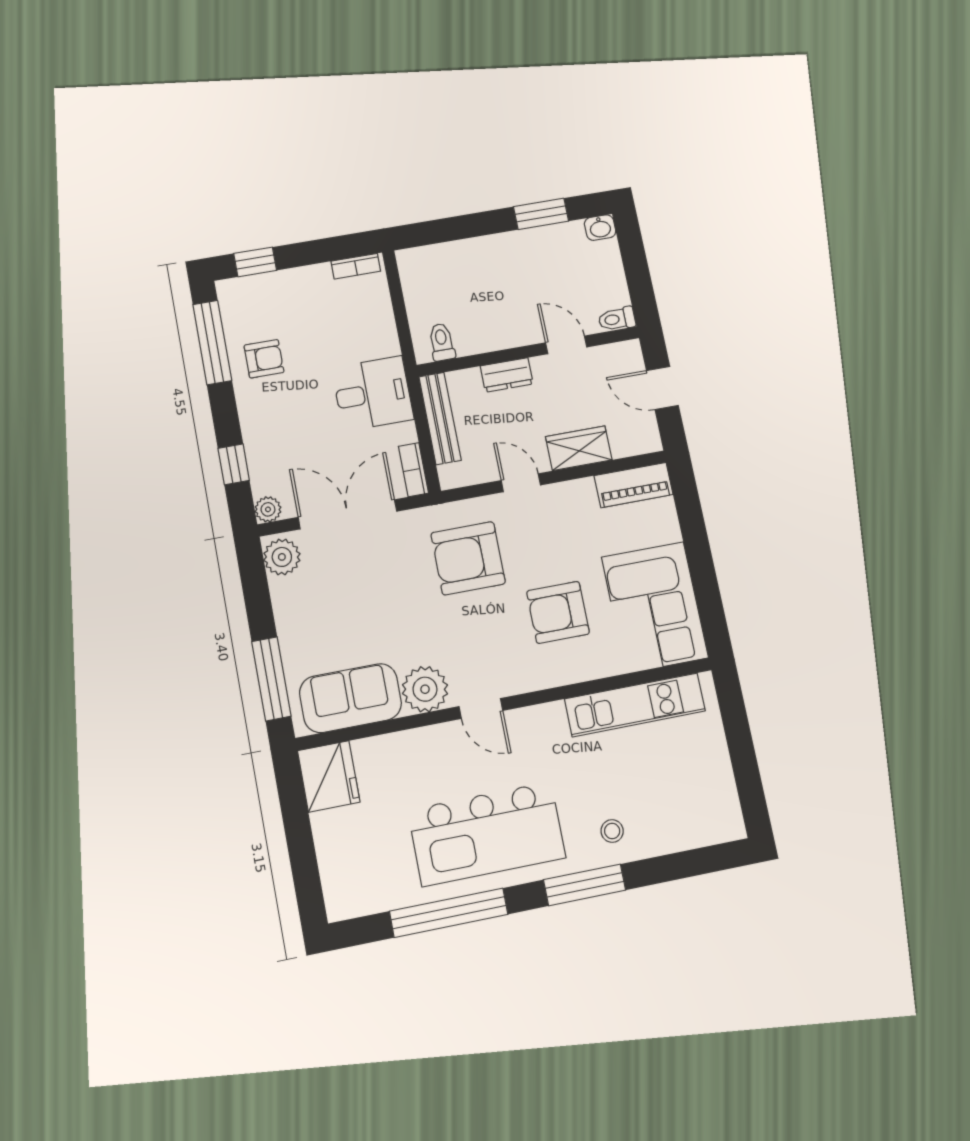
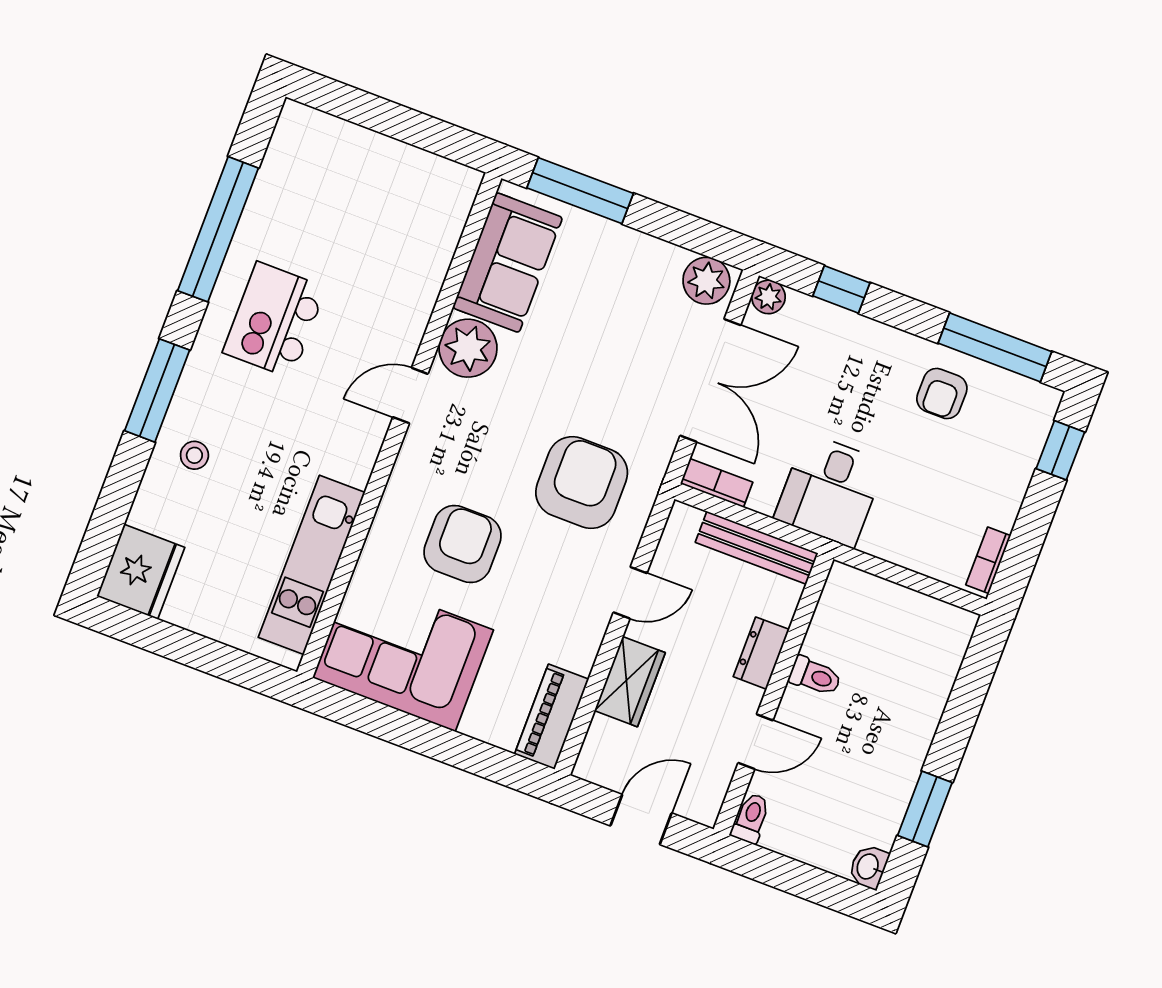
toilet: (442, 342) -> (815, 676), moved
fridge: (329, 776) -> (141, 572), moved, turned -90
kitchen island: (487, 834) -> (274, 320), width x0.54, depth x0.78

